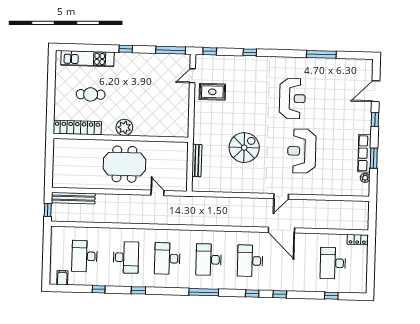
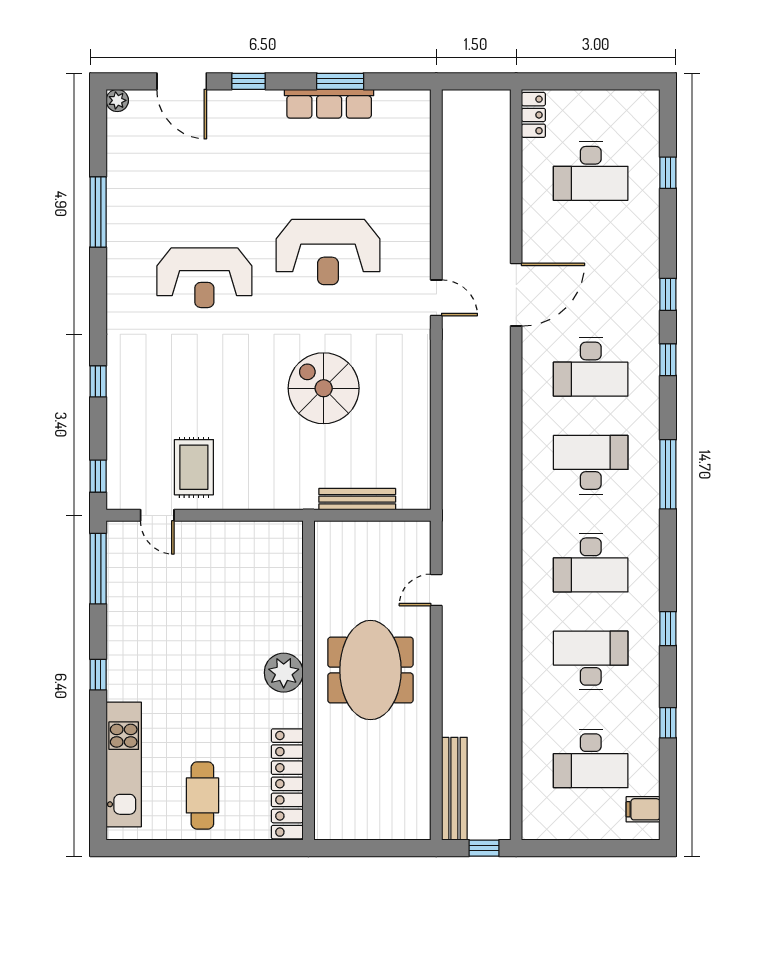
cafe table: (91, 94) -> (202, 795), moved
reception desk: (292, 98) -> (204, 278), turned 180
plant: (365, 178) -> (117, 100), moved
desk: (209, 260) -> (591, 465), turned 180

